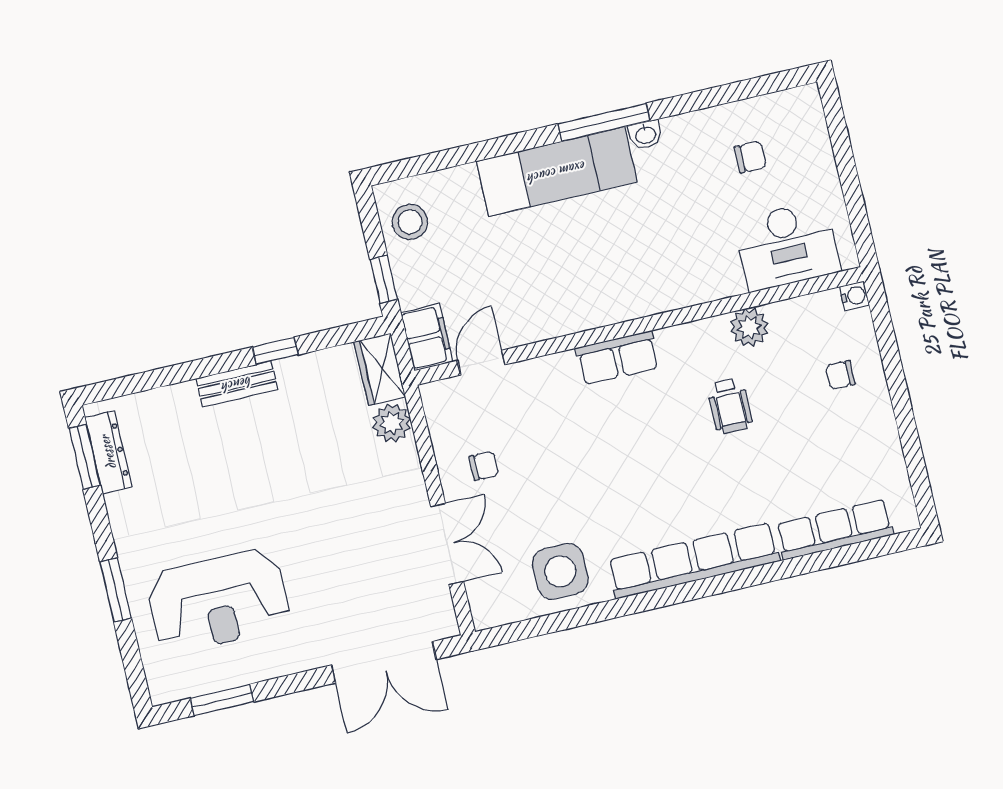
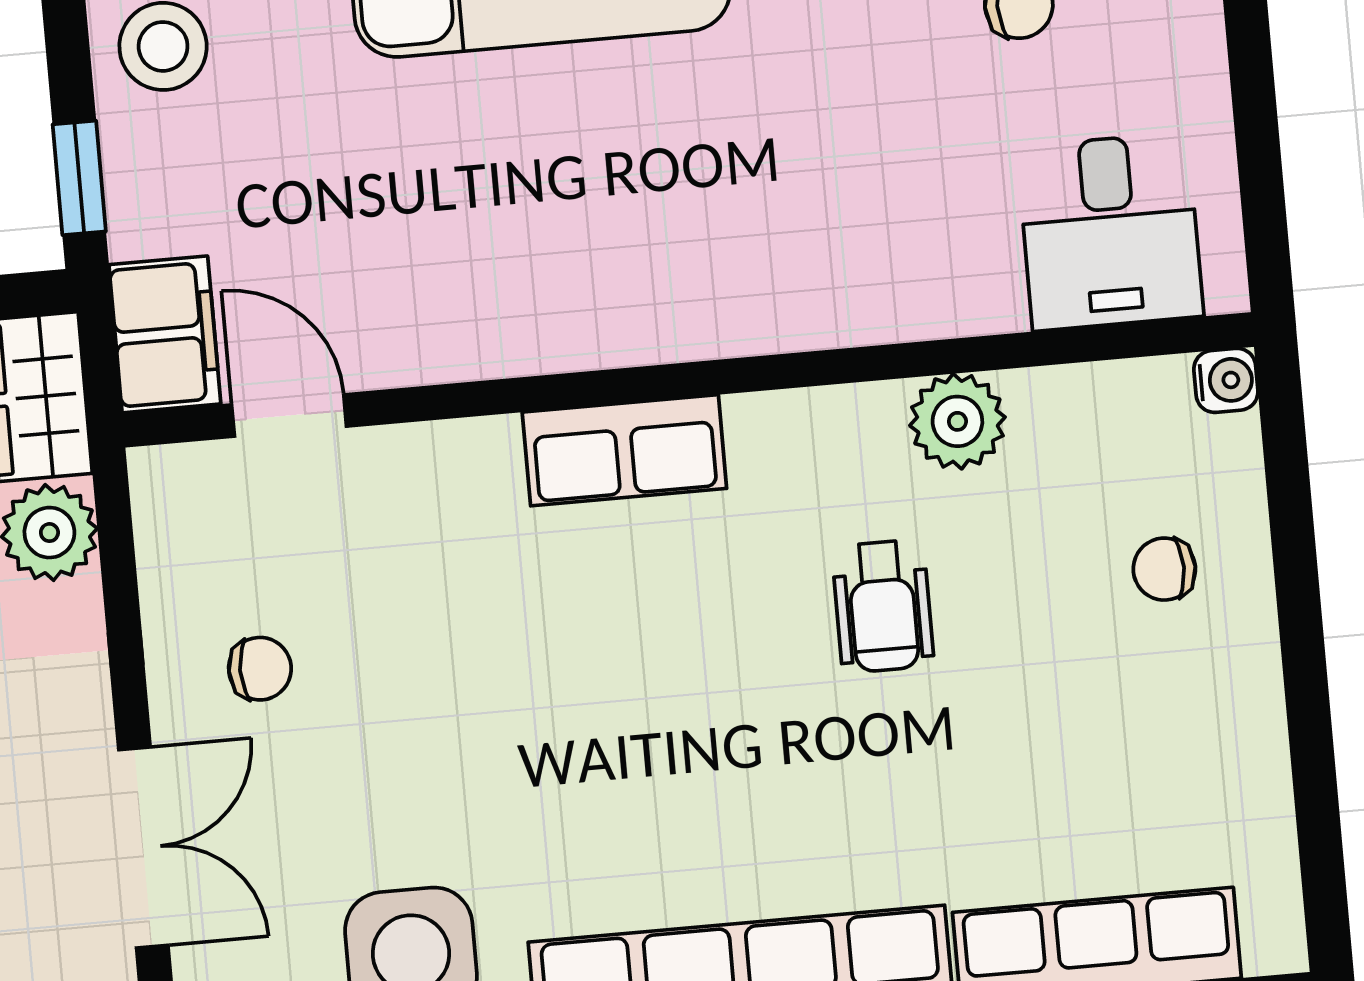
desk: (787, 246) -> (1110, 231), width x0.73
door: (481, 363) -> (289, 415), hinge flipped

